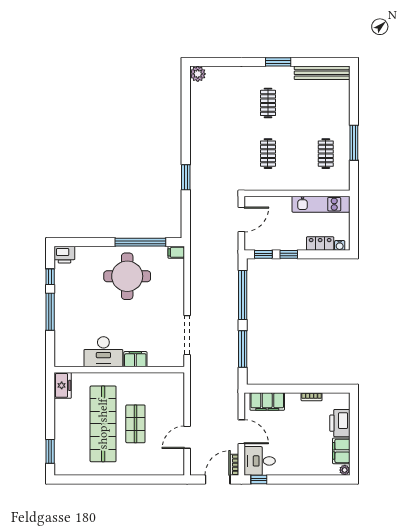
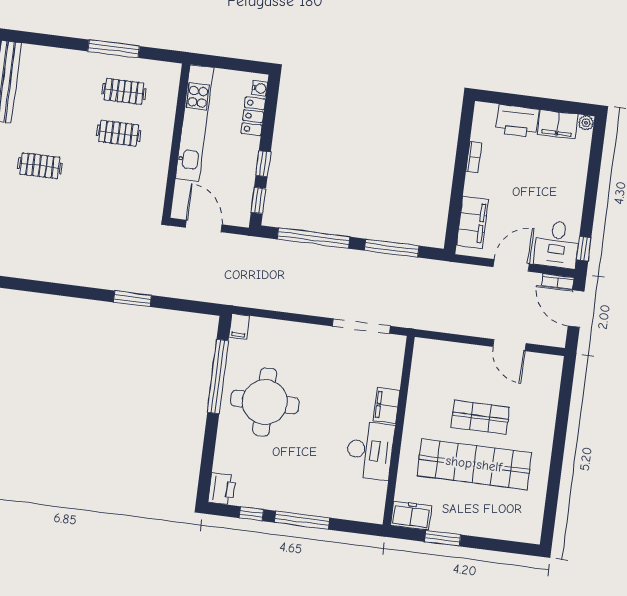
clothes rail: (268, 154) -> (119, 133), moved
kitchen unit: (321, 204) -> (194, 123), width x1.36
window: (50, 451) -> (443, 538), moved

